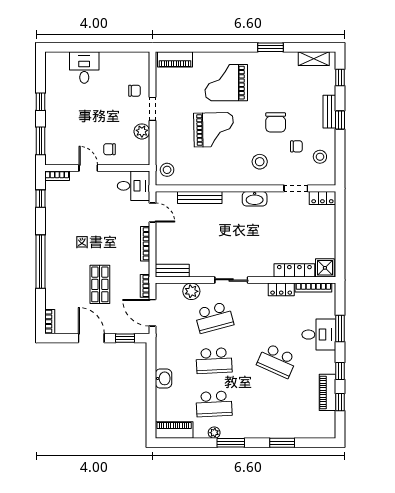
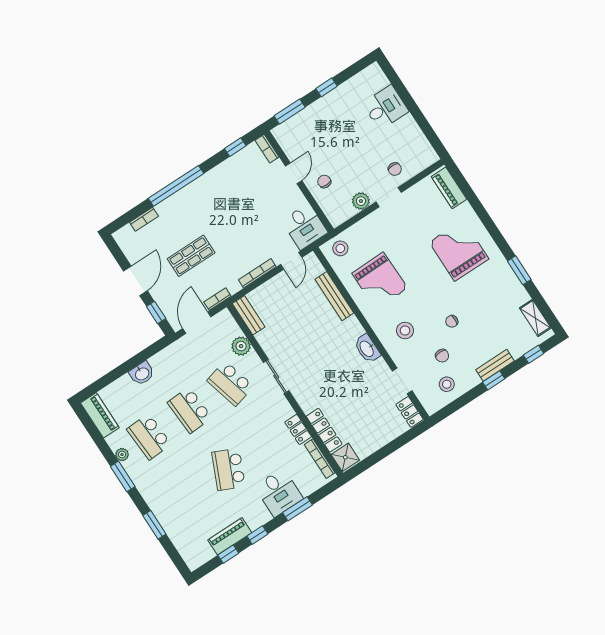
chair: (276, 122) -> (452, 321), width x0.54, depth x0.54
grand piano: (214, 130) -> (380, 281), moved
bookcase: (50, 322) -> (144, 219), moved

